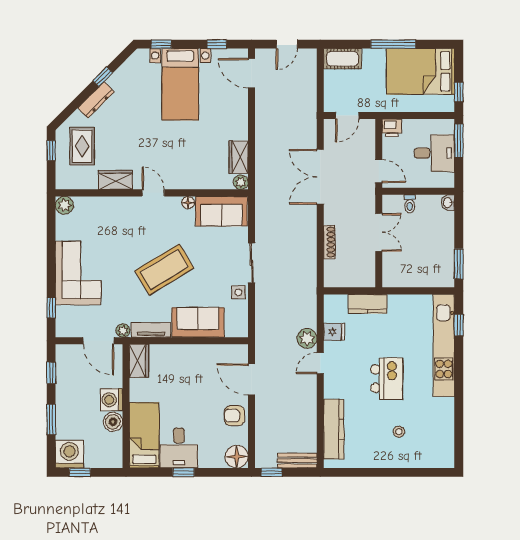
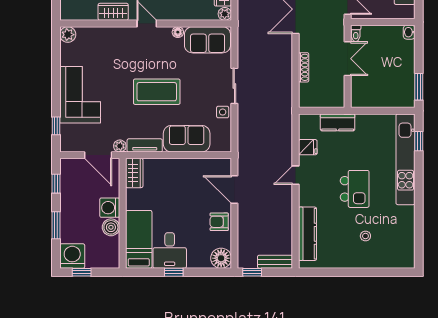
toilet: (410, 204) -> (356, 33), moved
coffee table: (164, 270) -> (157, 92), turned 31
plant: (307, 338) -> (284, 153), removed

